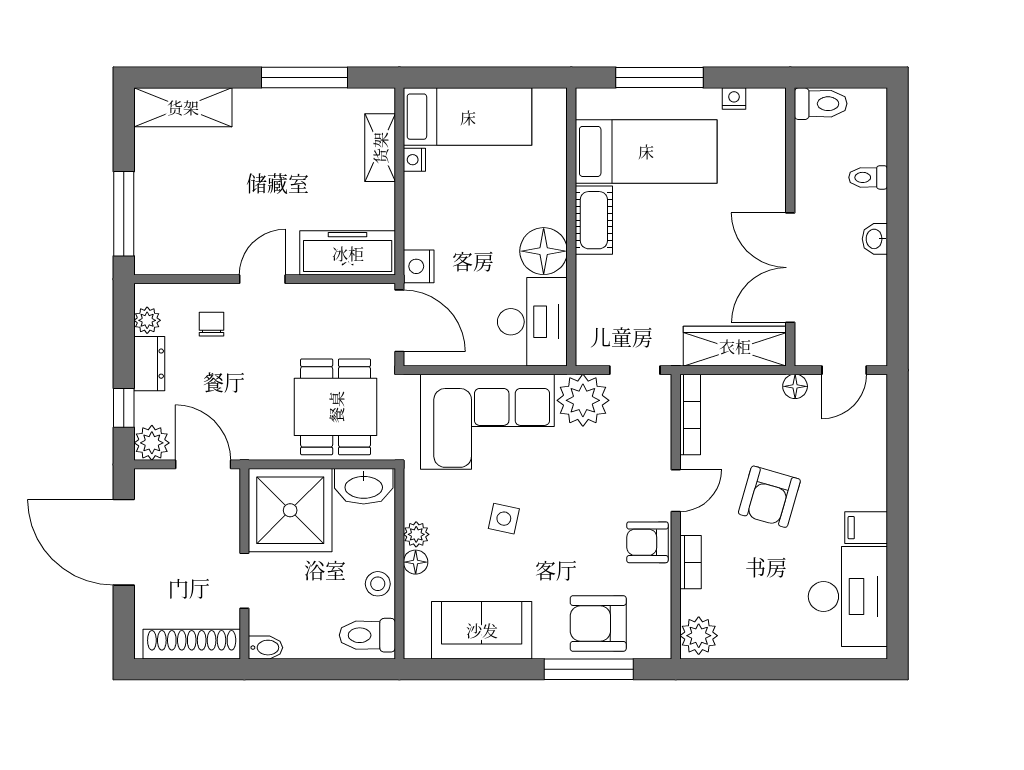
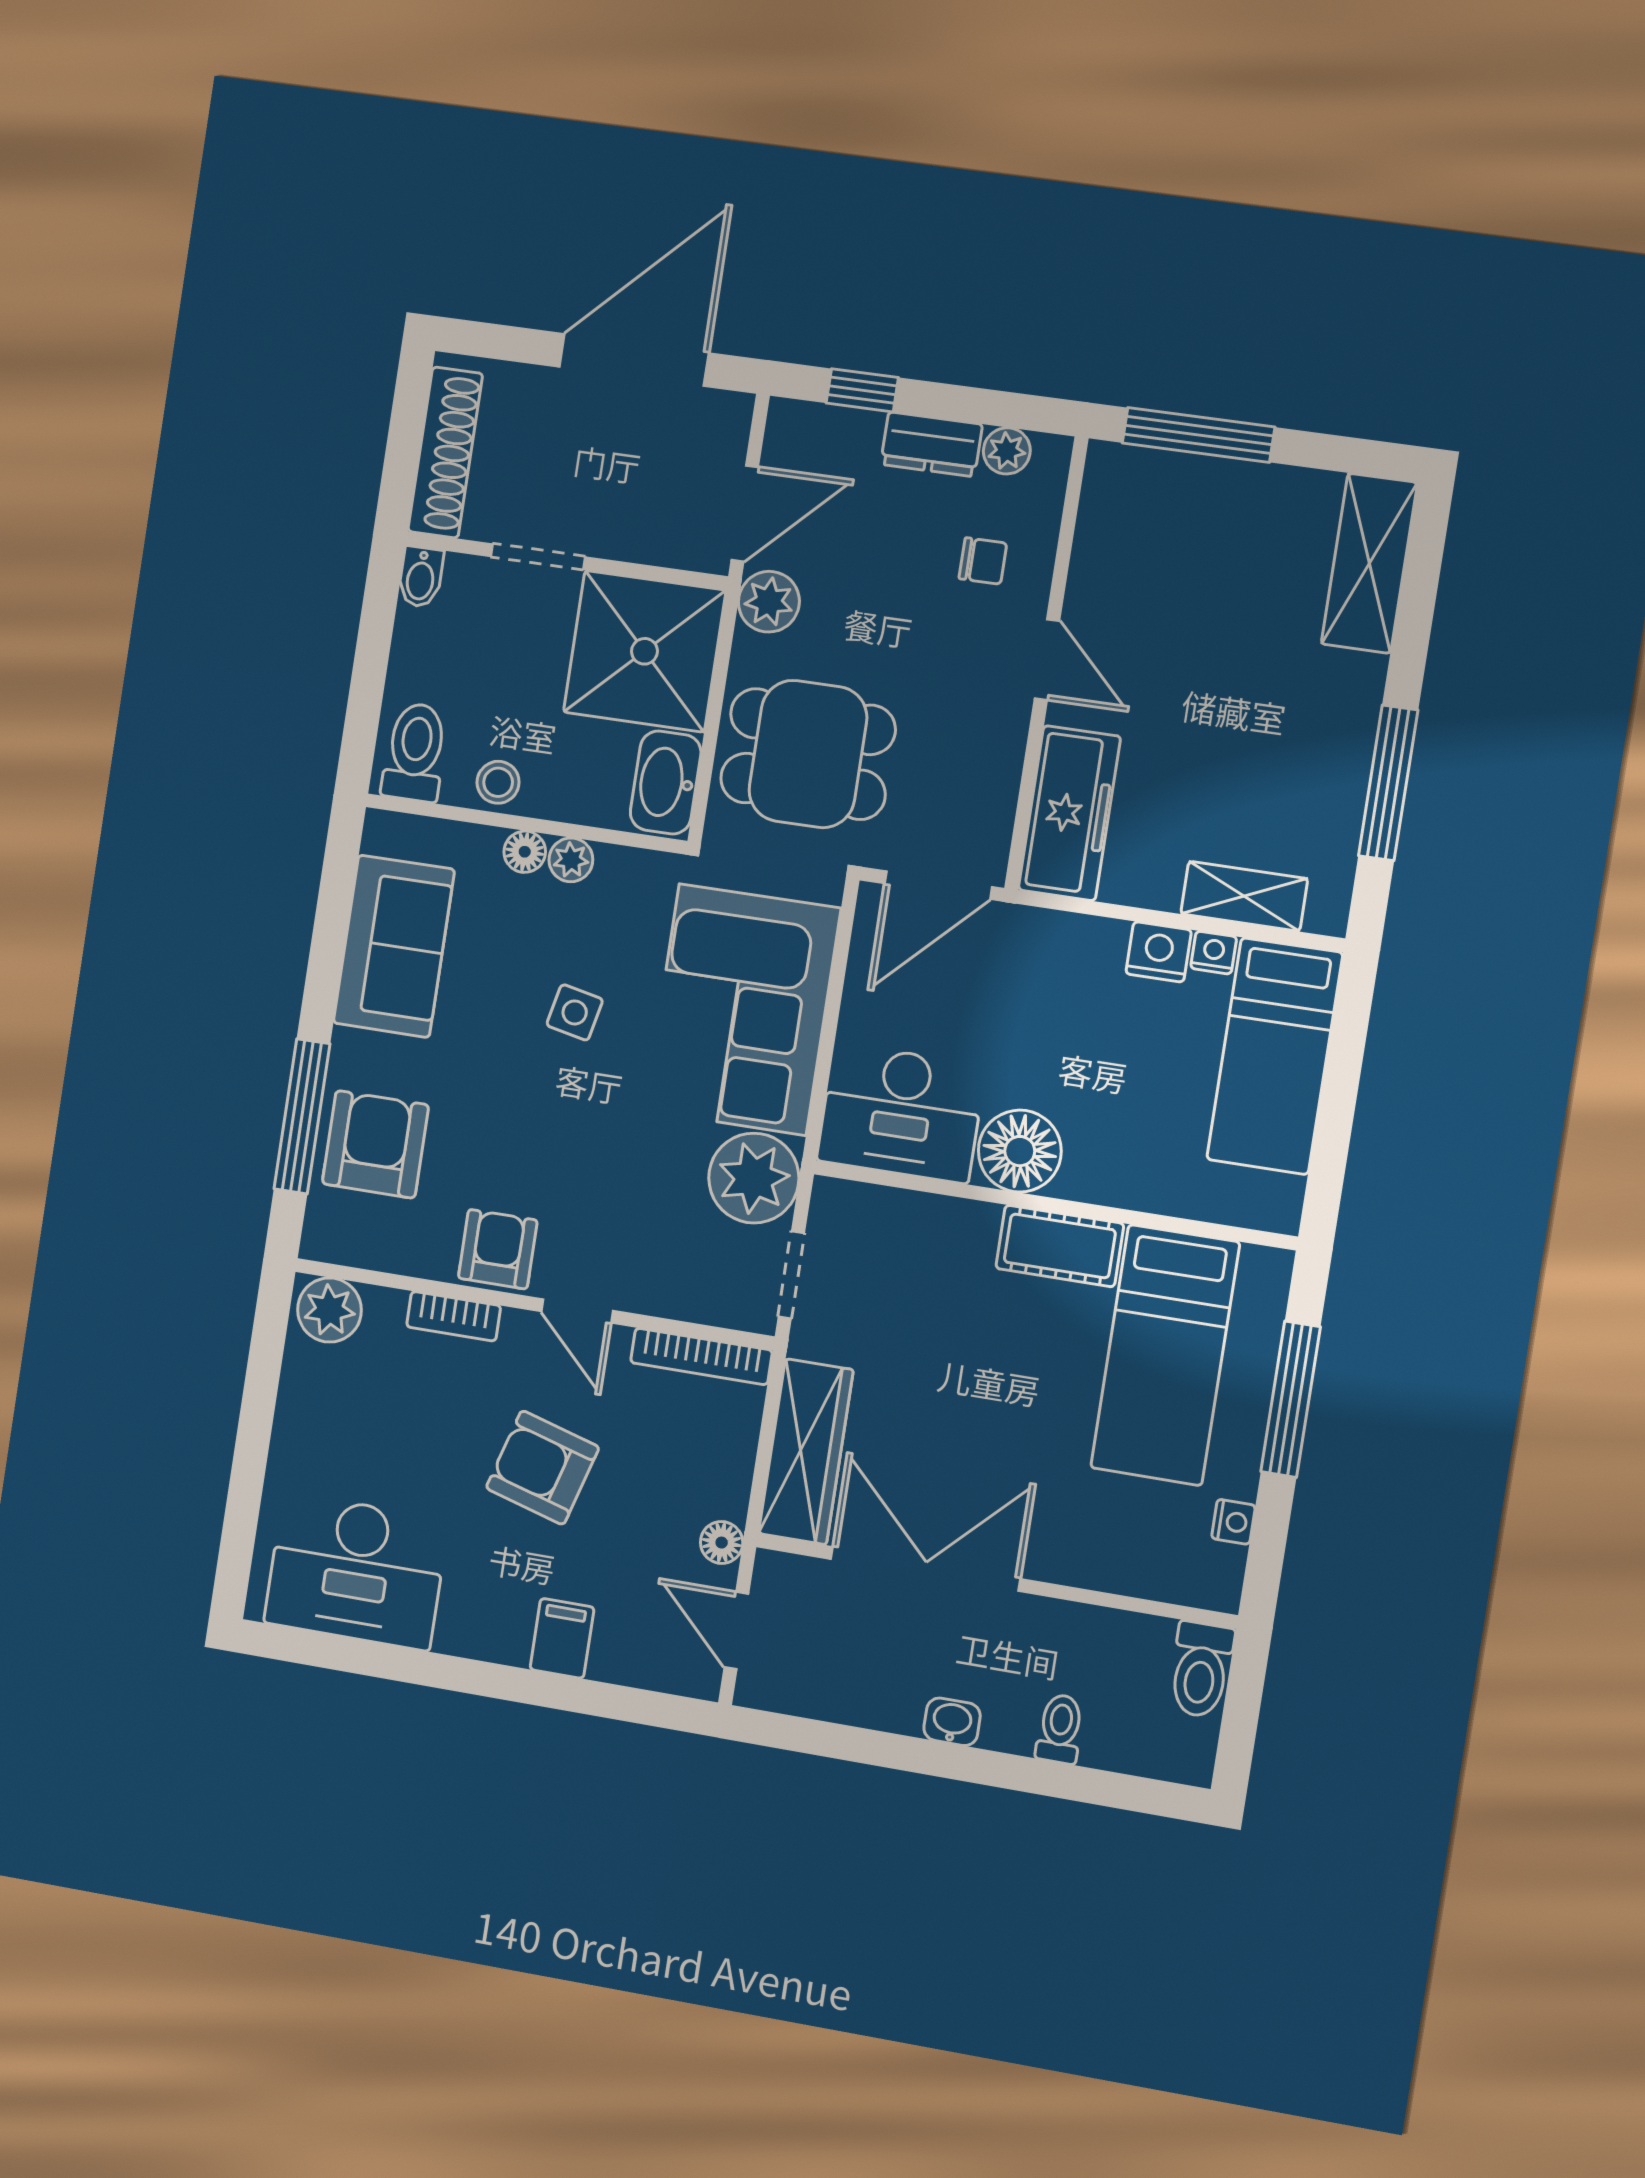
nightstand: (419, 266) -> (1159, 952), moved
plant: (152, 443) -> (769, 602), moved
filing cabinet: (866, 528) -> (562, 1638), moved

